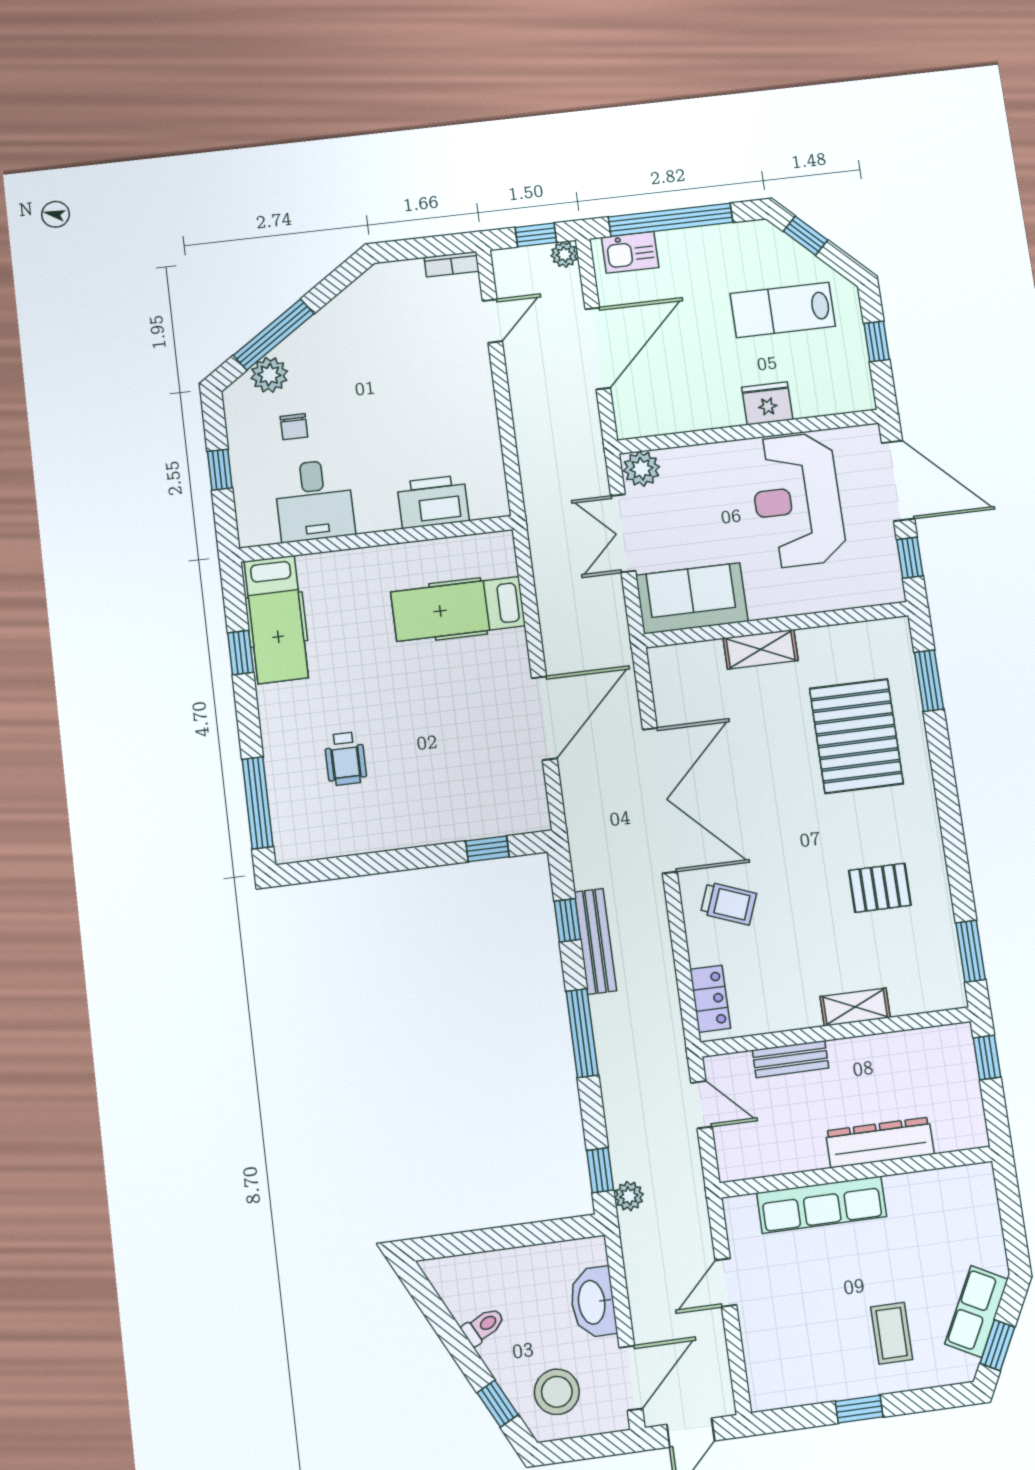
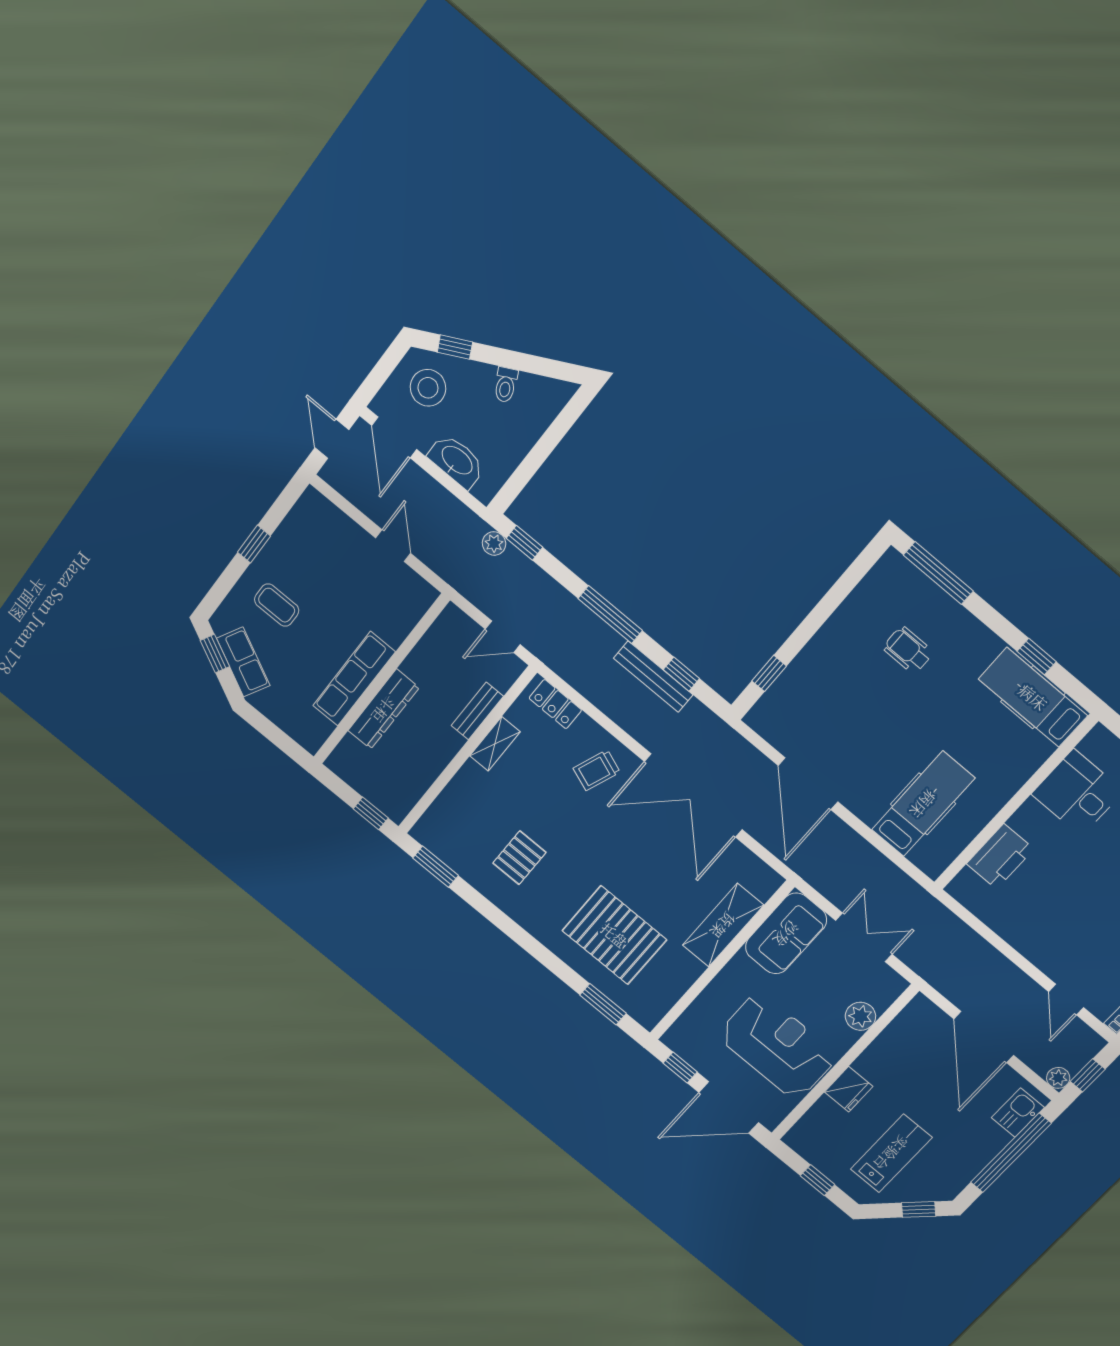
plant: (641, 469) -> (860, 1016), moved
shelving: (761, 649) -> (723, 925), width x1.50, depth x1.33
shelving: (855, 1007) -> (495, 744), moved
row of seats: (822, 1205) -> (354, 679), moved

